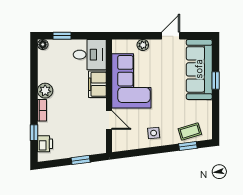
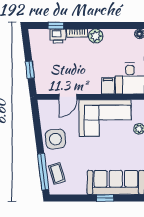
filing cabinet: (97, 84) -> (108, 86), width x0.50
side table: (154, 133) -> (55, 139), width x1.87, depth x1.87
printer: (45, 144) -> (58, 36), moved
window: (188, 146) -> (43, 172), width x2.17

